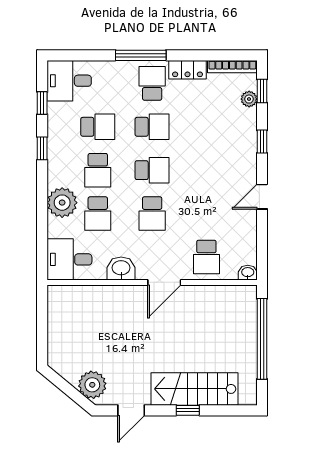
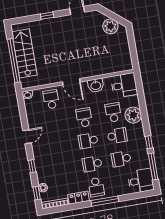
window: (42, 103) -> (153, 166), width x2.17
school desk: (98, 170) -> (117, 136), turned 90
door: (164, 282) -> (71, 82), swing flipped
plant: (92, 385) -> (110, 26), moved
stairs: (195, 389) -> (24, 53), moved, turned -90

